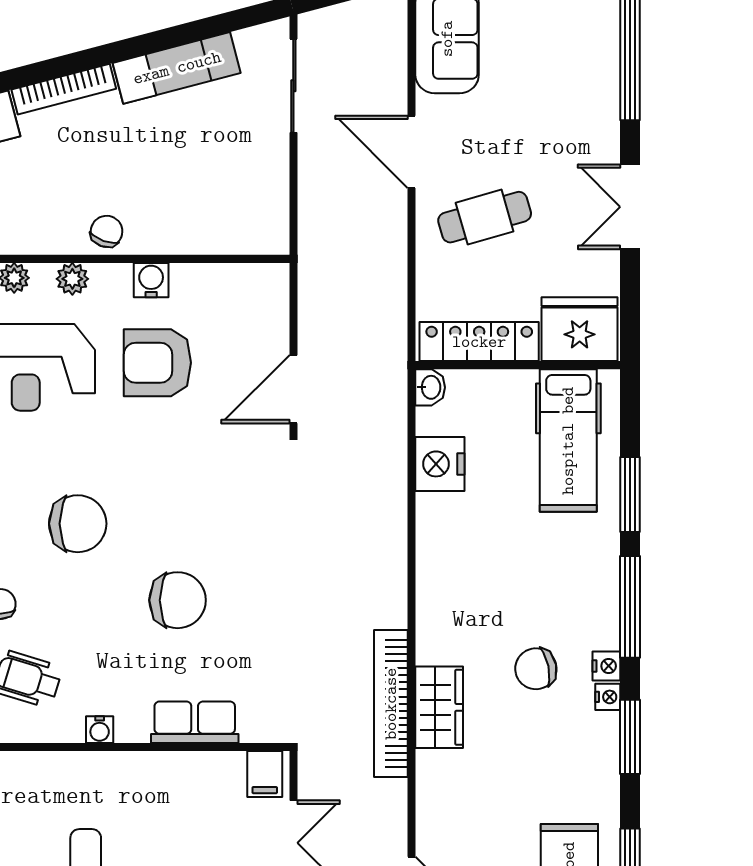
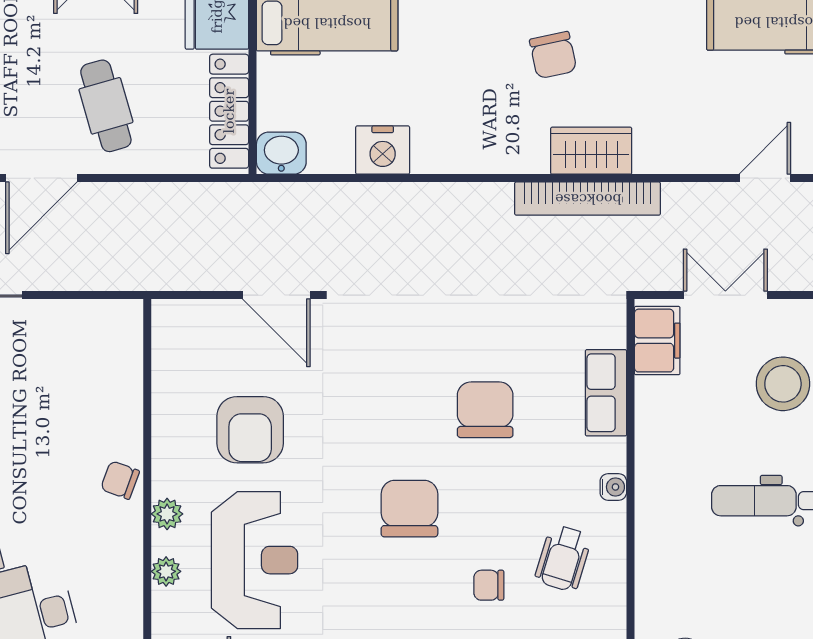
water cooler: (151, 280) -> (168, 436), removed
washbasin: (430, 387) -> (281, 153), width x1.38, depth x1.45
nightstand: (440, 464) -> (383, 150), moved
filing cabinet: (265, 774) -> (657, 341), width x2.00

